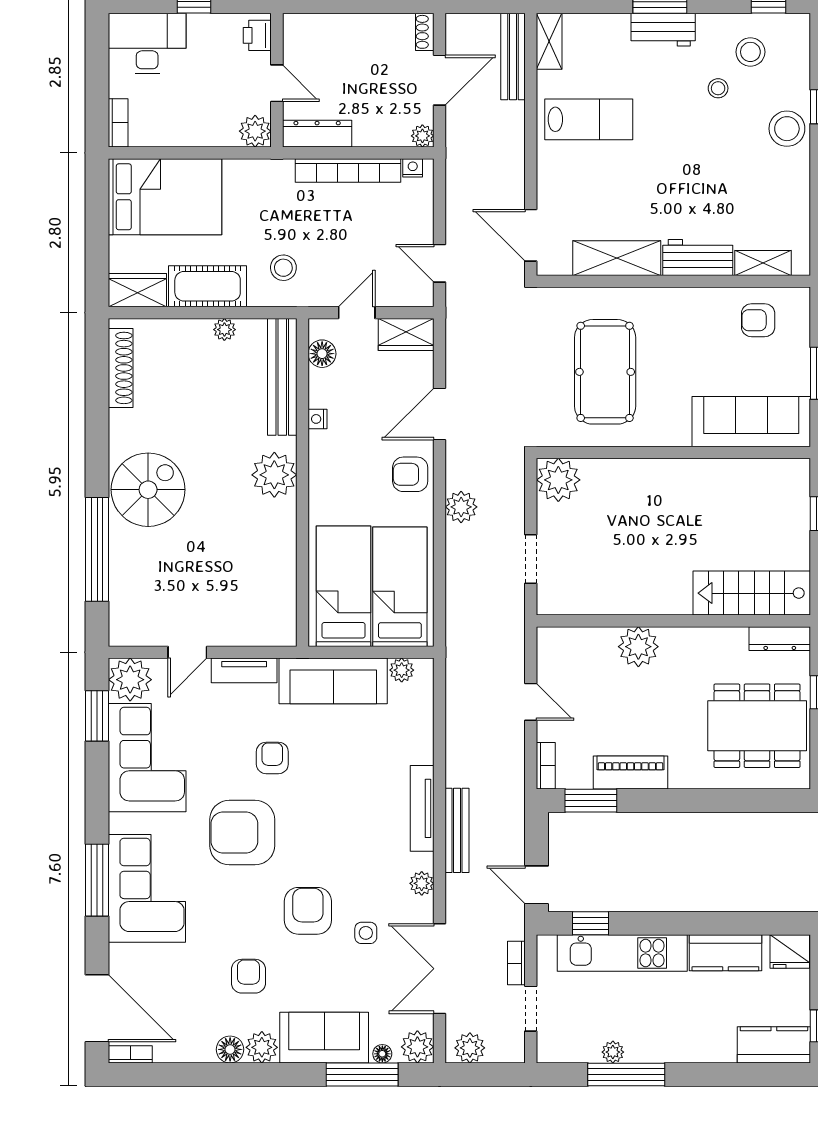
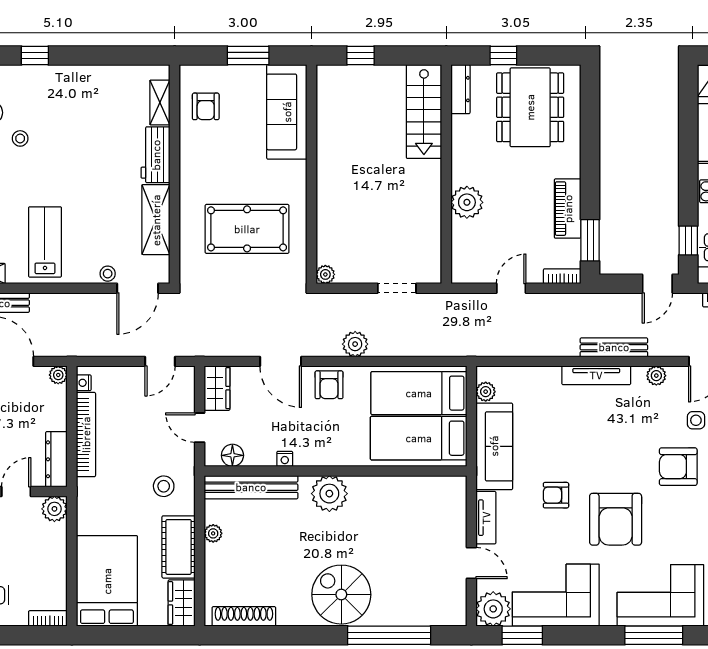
stool: (787, 129) -> (108, 274), moved, width x0.53, depth x0.53
plant: (558, 480) -> (325, 274), width x0.53, depth x0.53

